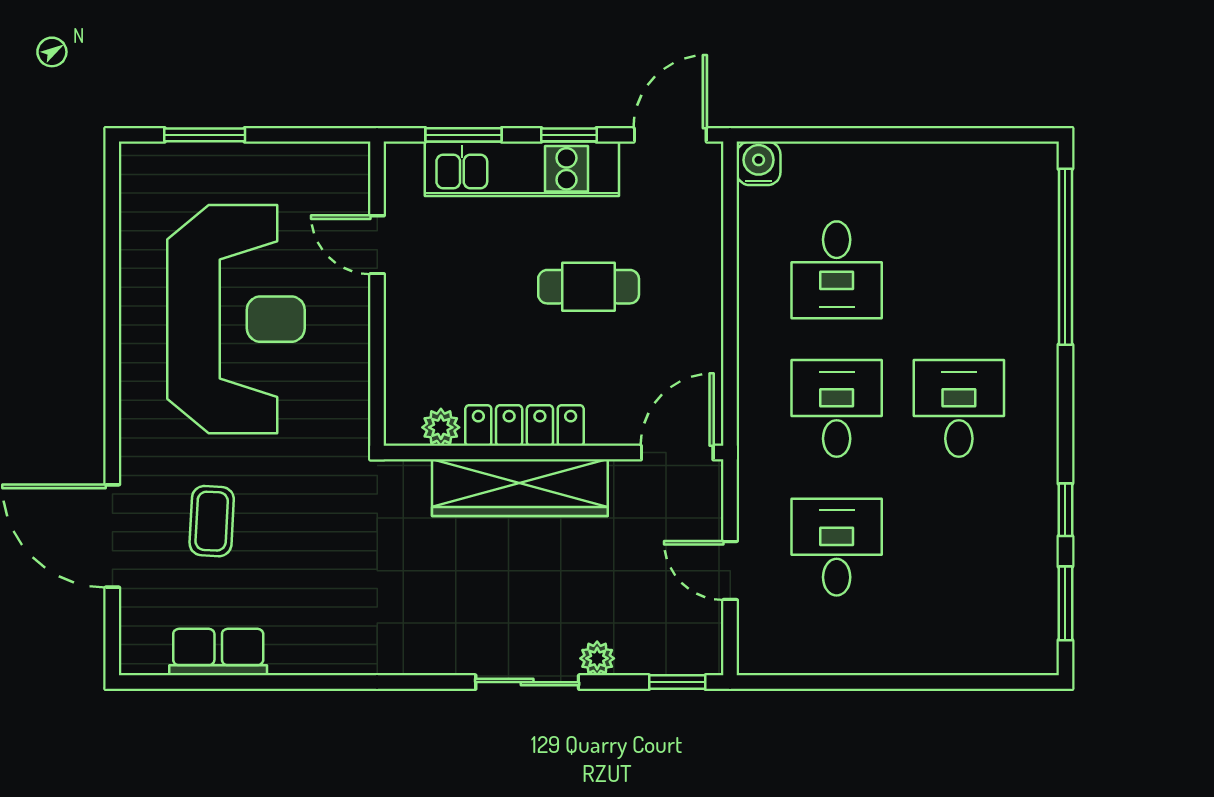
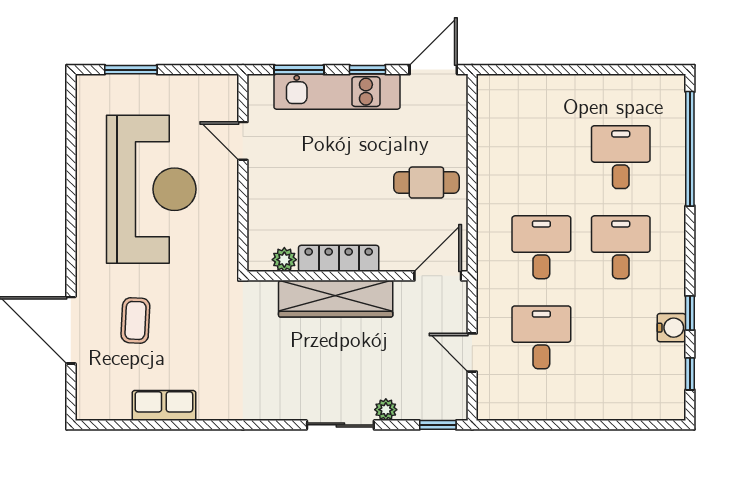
water cooler: (759, 163) -> (671, 328), moved, turned 90
desk: (837, 270) -> (621, 157), moved, turned 180
cafe table: (589, 287) -> (426, 183), moved
window: (1065, 603) -> (690, 374), width x0.67
row of seats: (218, 652) -> (164, 405), moved

